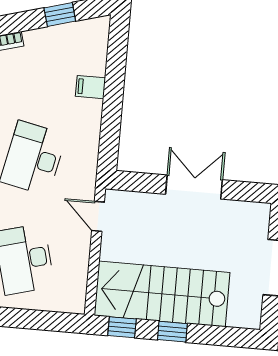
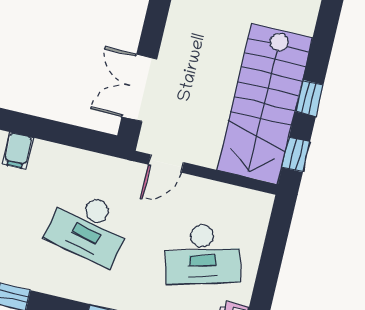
double door: (194, 187) -> (139, 88), moved

